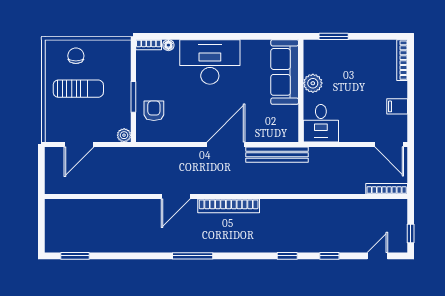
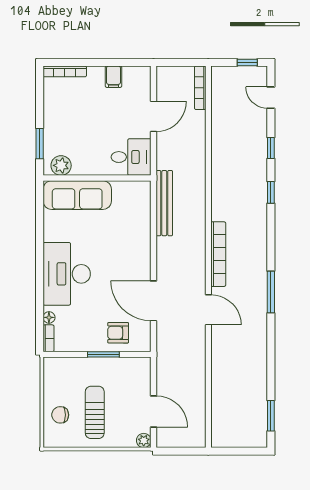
plant: (313, 83) -> (61, 165), moved
plant: (124, 135) -> (144, 440), moved
door: (226, 144) -> (154, 301), moved
door: (389, 144) -> (154, 116), moved

